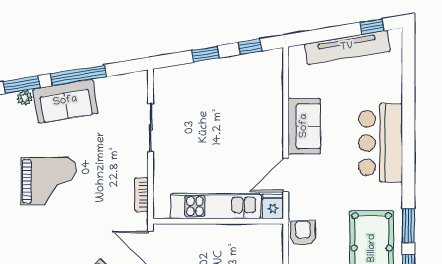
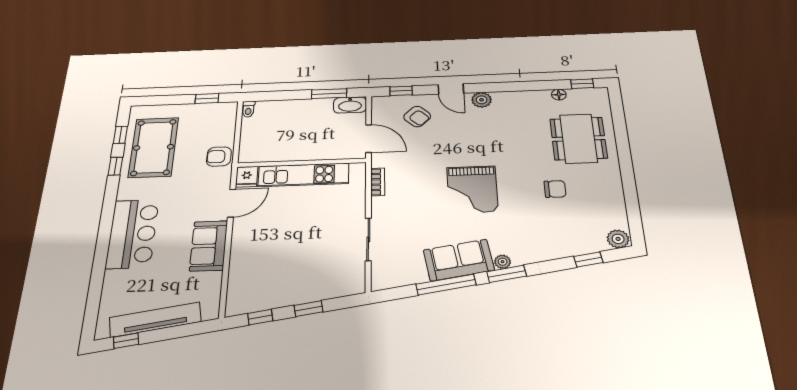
grand piano: (49, 181) -> (472, 189), turned -90
window: (408, 226) -> (115, 166), width x0.67
armchair: (303, 233) -> (219, 157), turned 90

